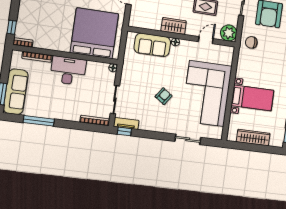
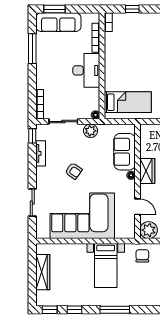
window: (12, 27) -> (132, 9), moved
bed: (94, 33) -> (128, 102), width x0.49
plant: (128, 75) -> (91, 131), added
bed with nightstands: (253, 98) -> (106, 265), moved
tv unit: (126, 123) -> (41, 153), moved

